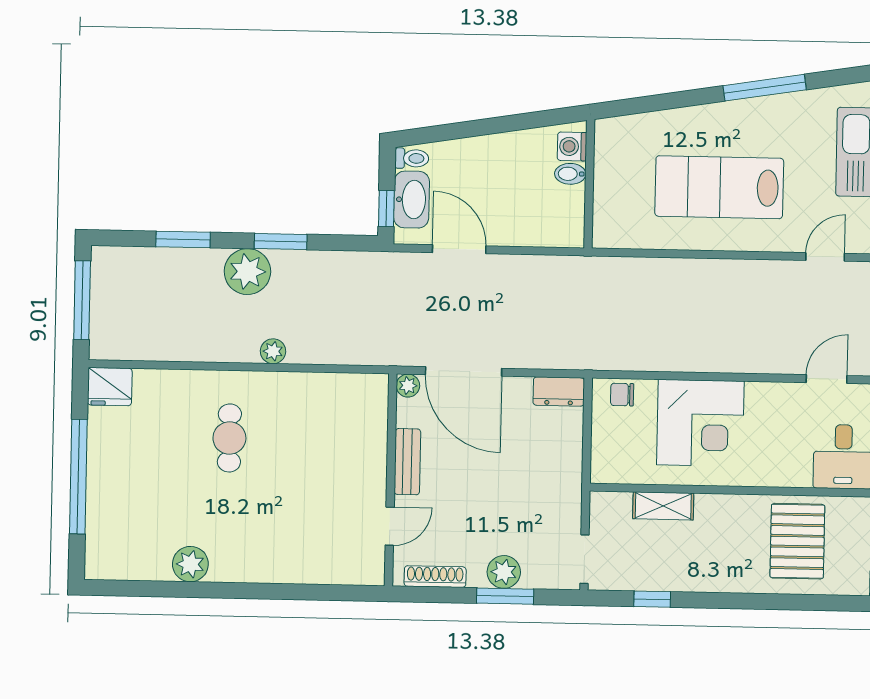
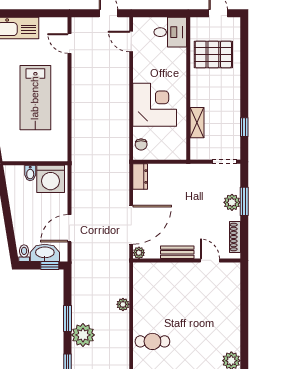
washing machine: (572, 146) -> (51, 179), moved, width x1.89, depth x1.89
plant: (273, 351) -> (123, 304), moved
cafe table: (229, 438) -> (152, 341), moved

